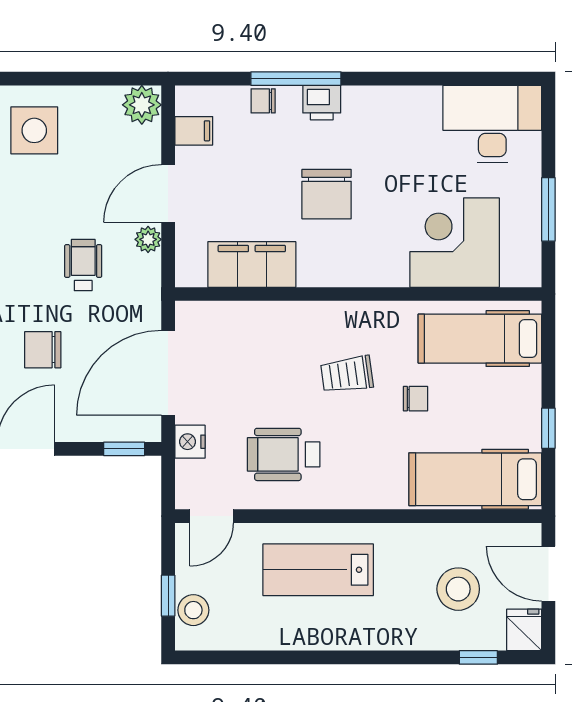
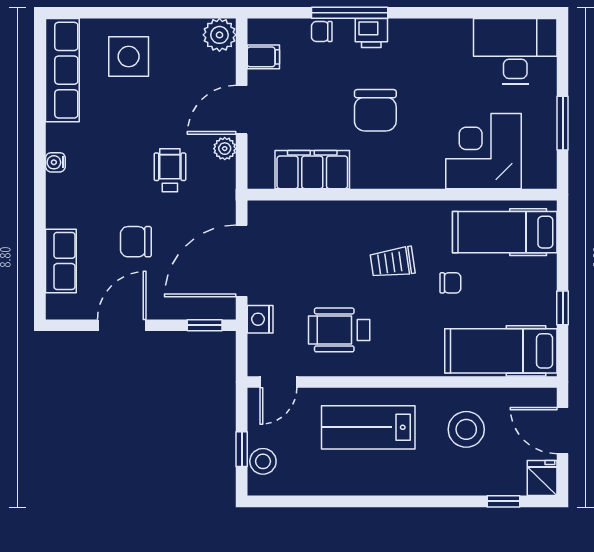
stool: (458, 589) -> (466, 429), moved

